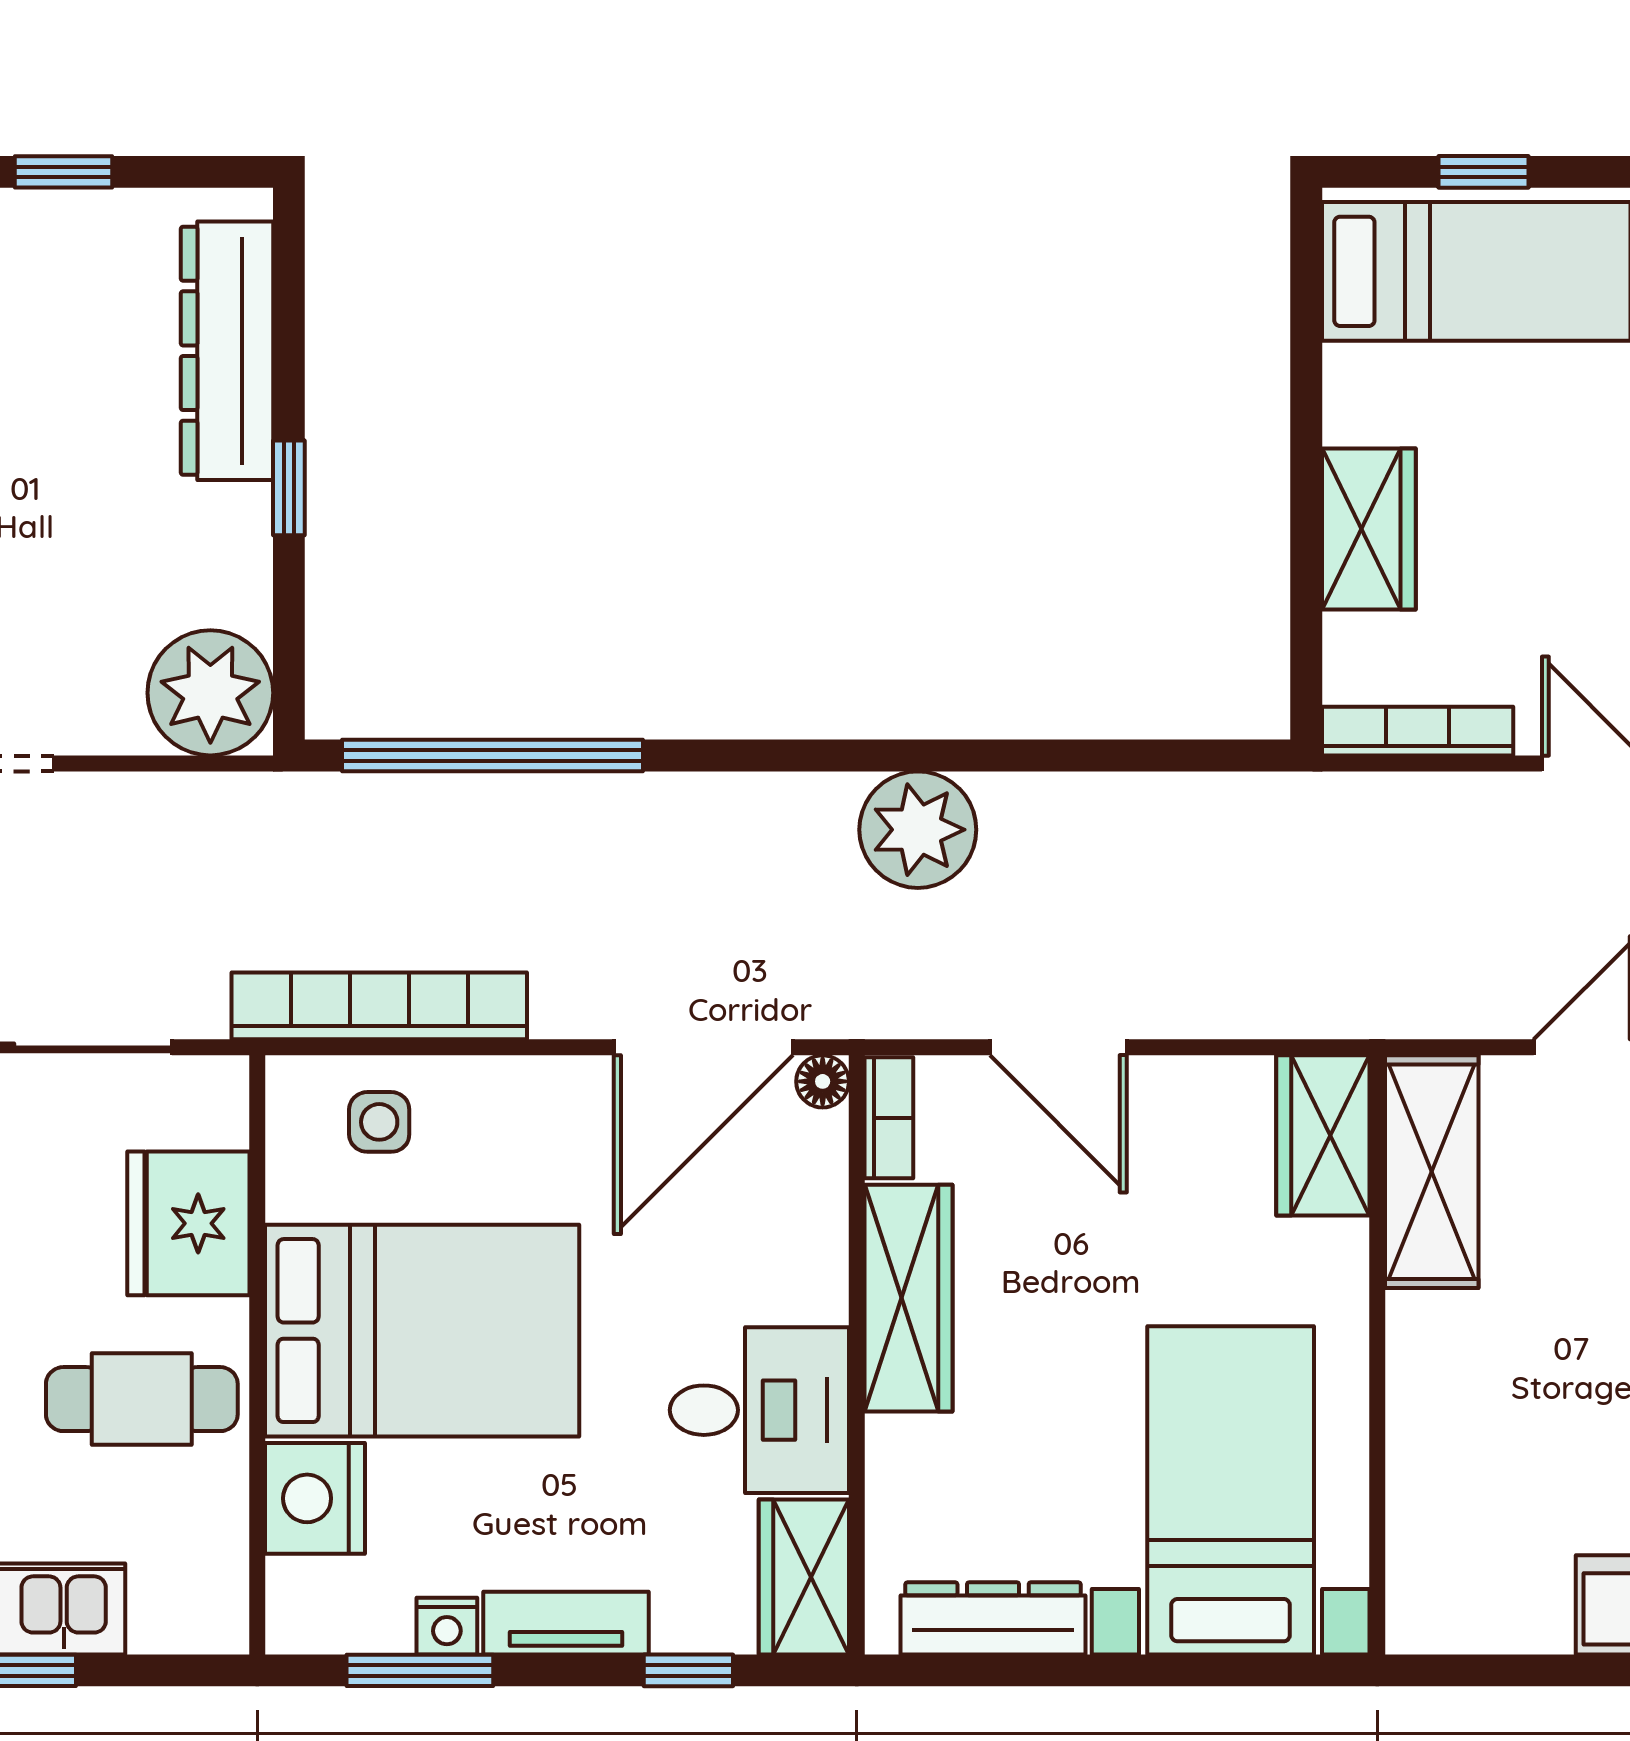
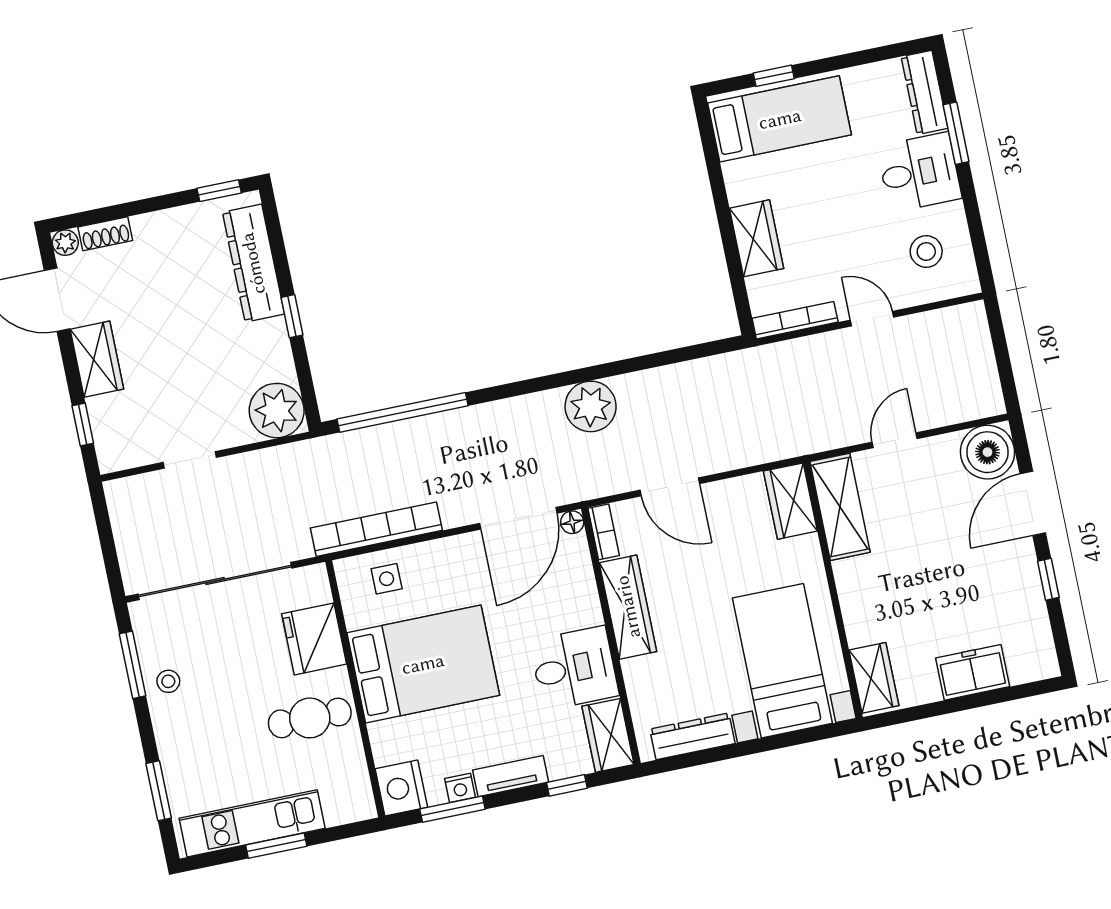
window: (63, 172) -> (219, 191), moved
nightstand: (315, 1498) -> (401, 788), moved
wardrobe: (1428, 1571) -> (874, 678), added

